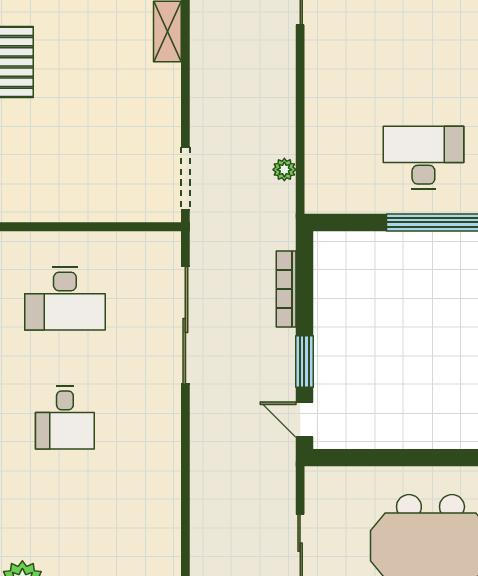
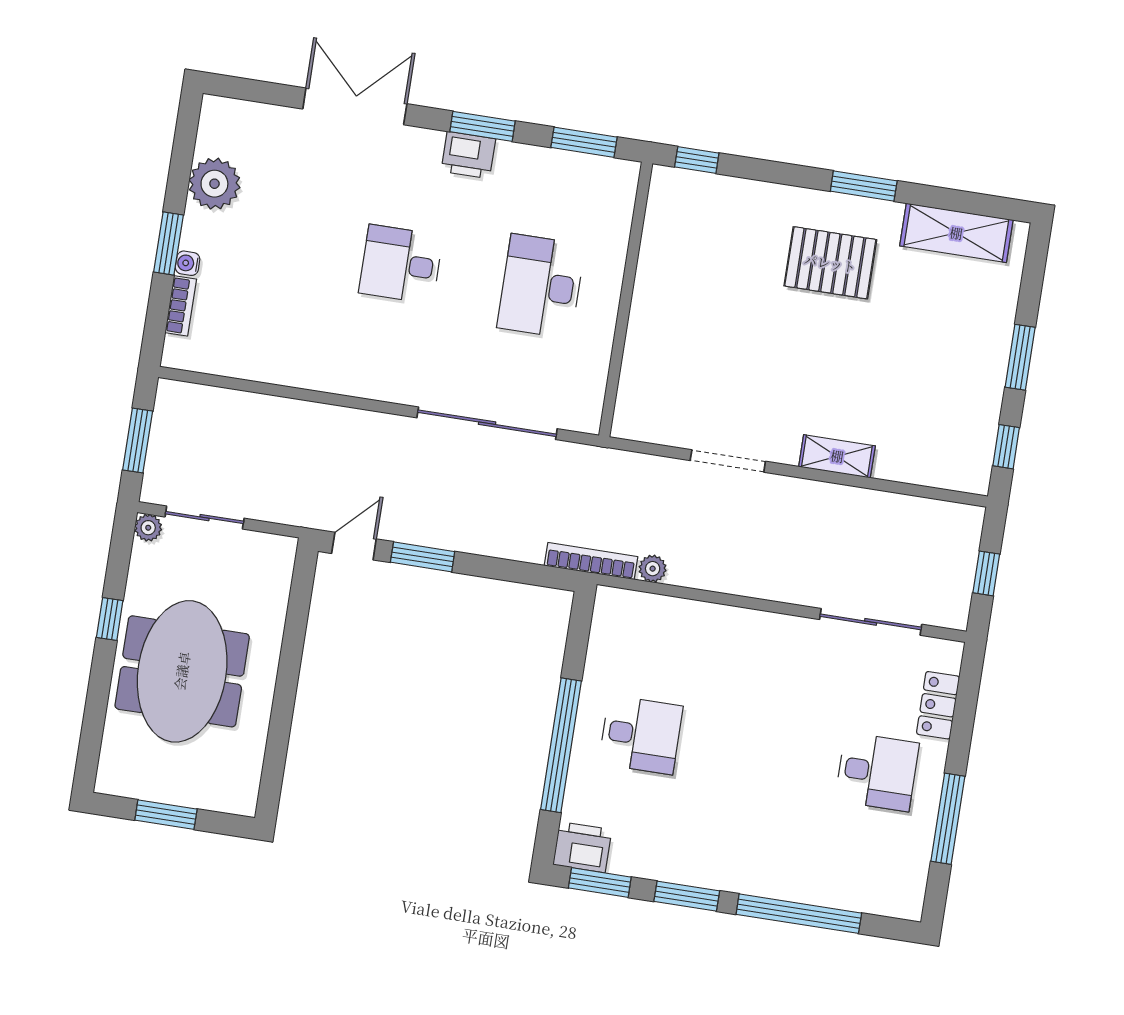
desk: (423, 158) -> (641, 735), width x0.73
doorway: (185, 179) -> (728, 461), moved
bookcase: (286, 289) -> (591, 561), moved

